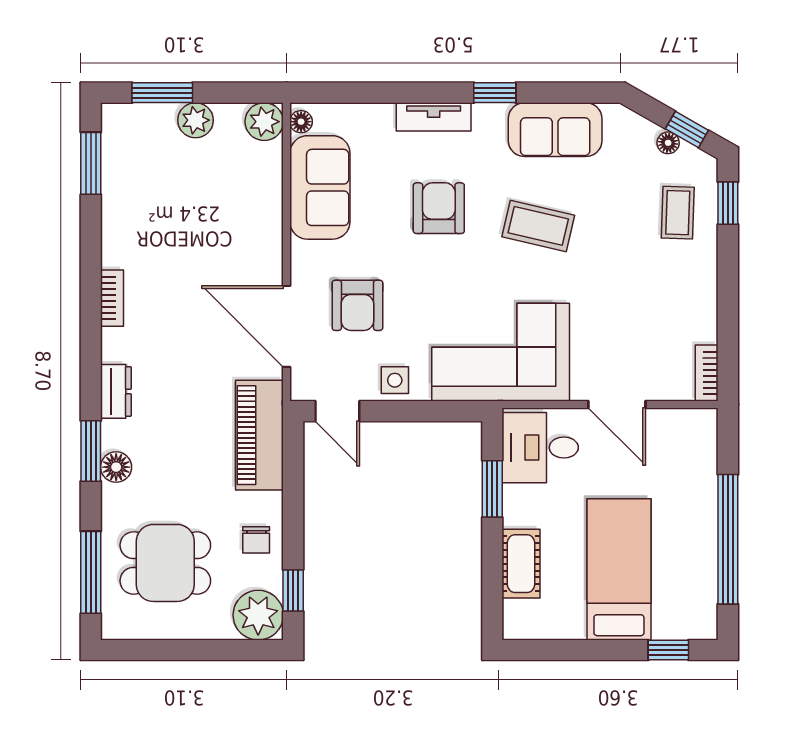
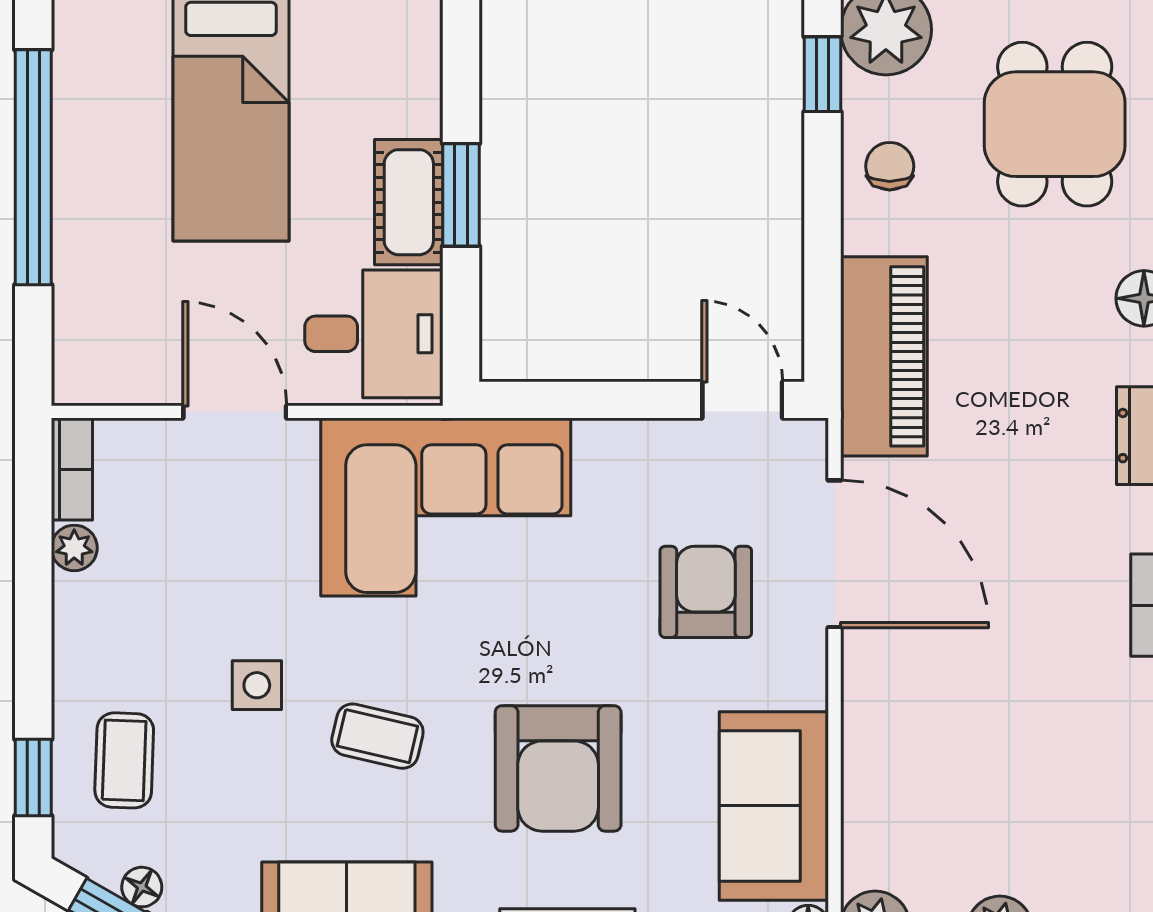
armchair: (439, 208) -> (558, 768), width x1.36, depth x1.36
coffee table: (538, 226) -> (377, 736), width x0.73, depth x0.77
plant: (705, 330) -> (74, 548), added
side table: (395, 380) -> (257, 685), moved
window: (492, 489) -> (461, 195), moved
dining table: (165, 563) -> (1055, 124), turned 90
cot: (521, 564) -> (409, 202), moved

